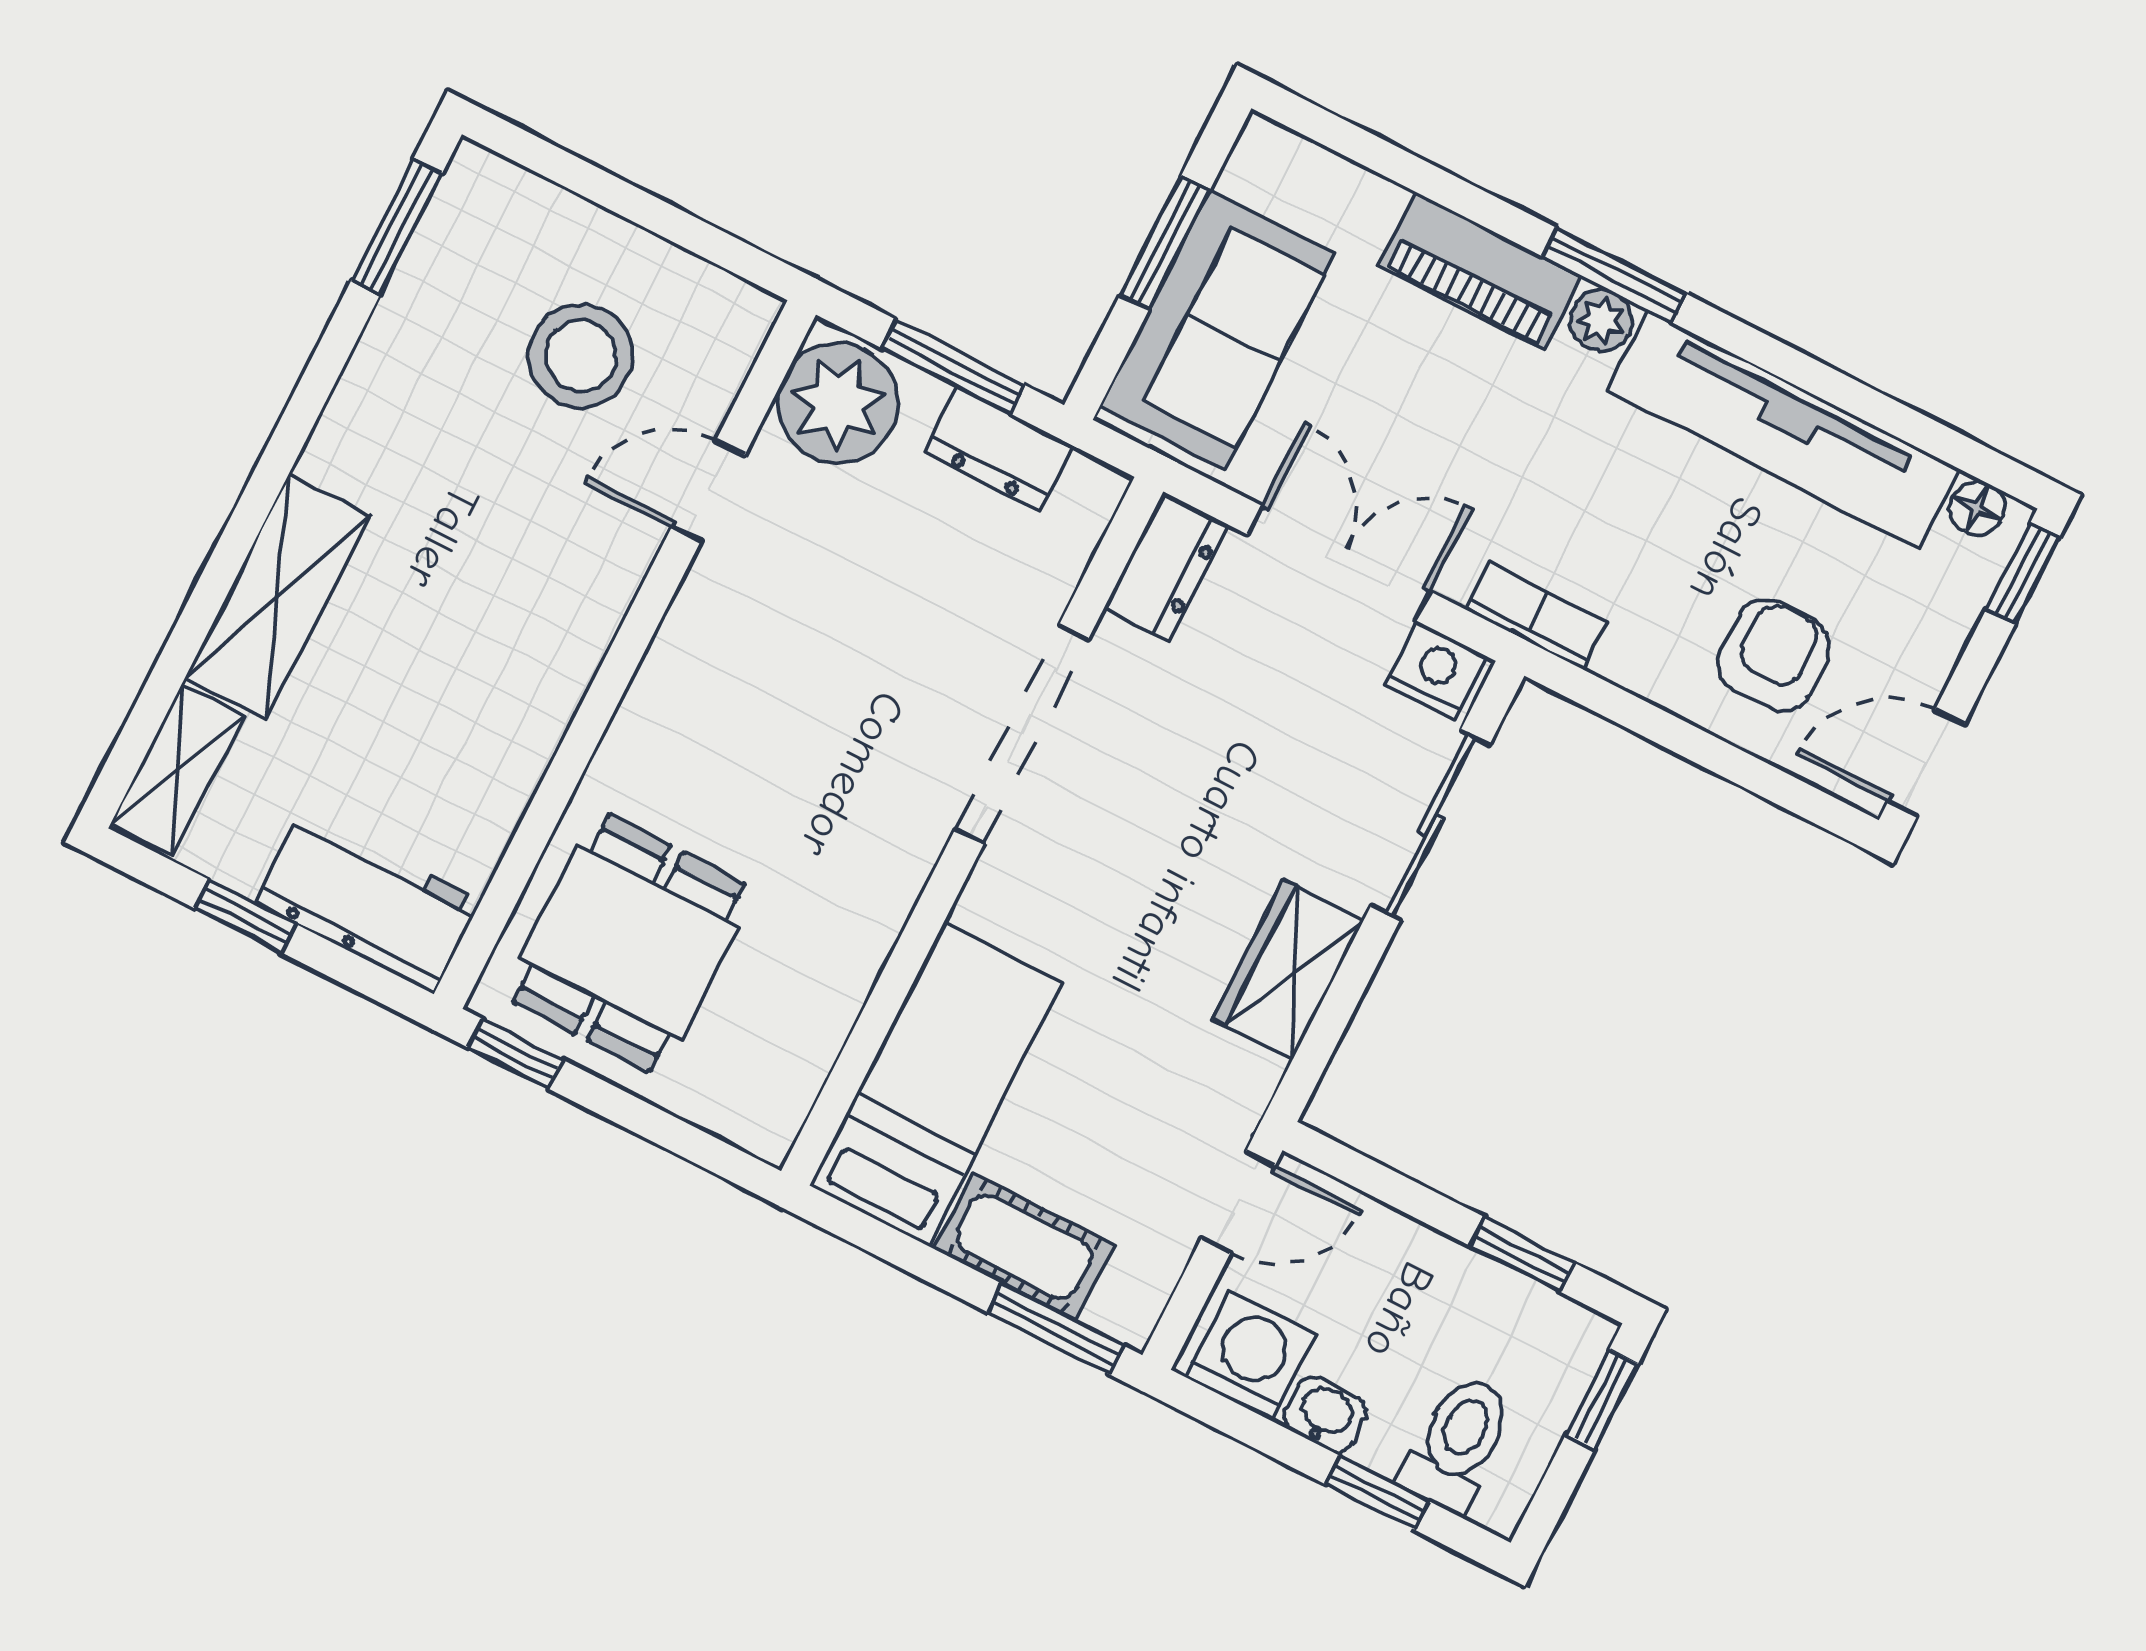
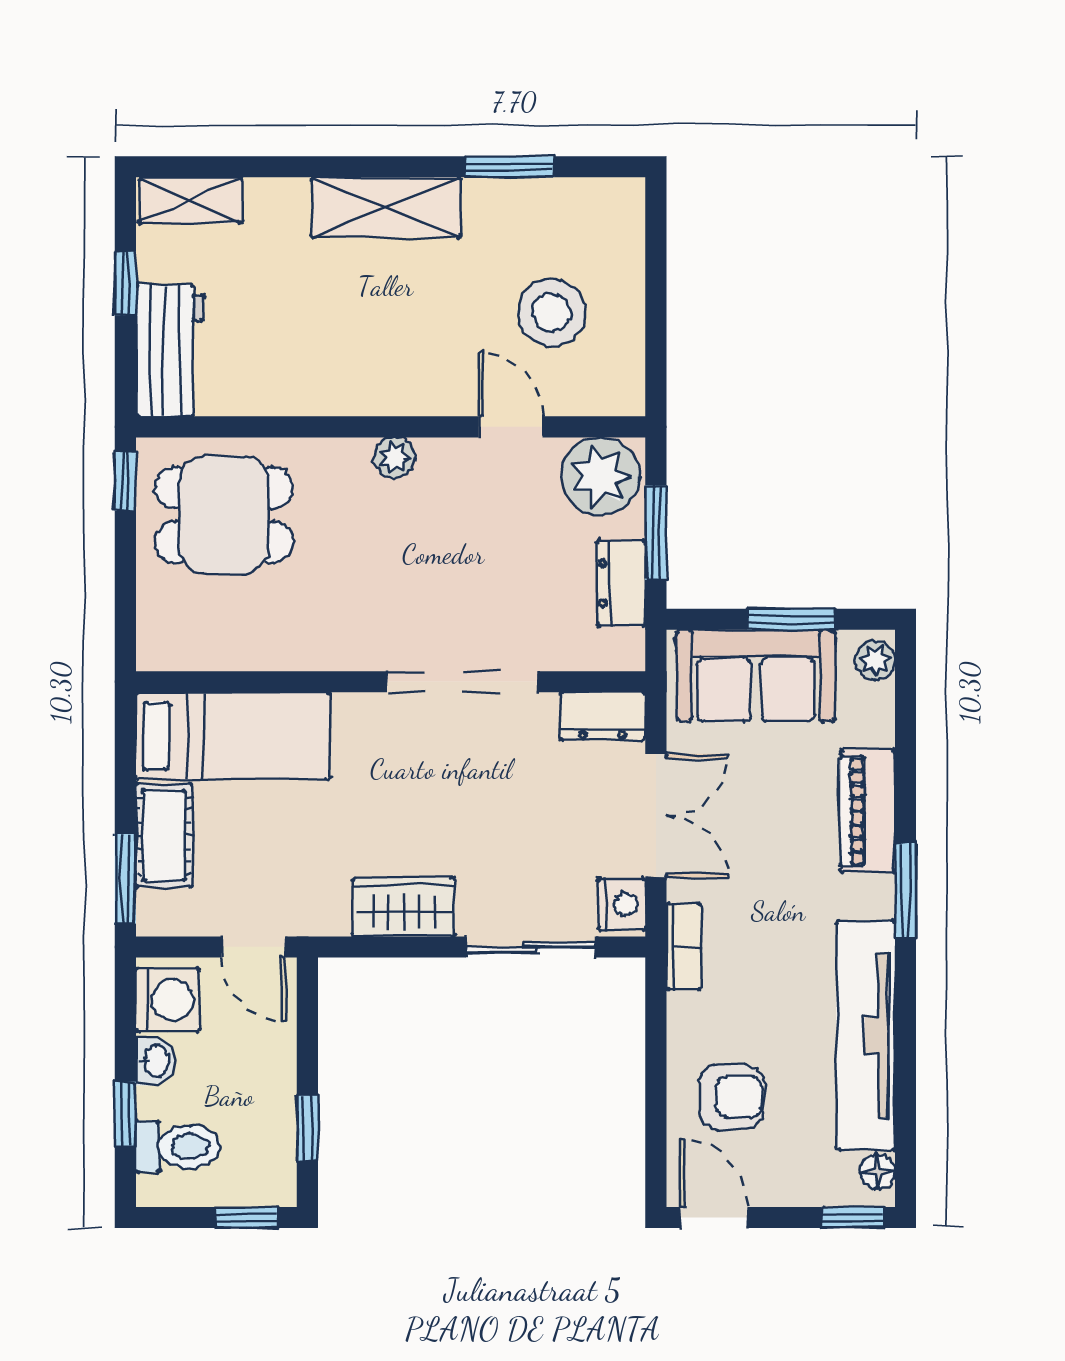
window: (397, 227) -> (509, 167), moved
plant: (1601, 321) -> (875, 660), moved
shelving: (277, 597) -> (386, 207), moved
plant: (670, 671) -> (394, 458), added

